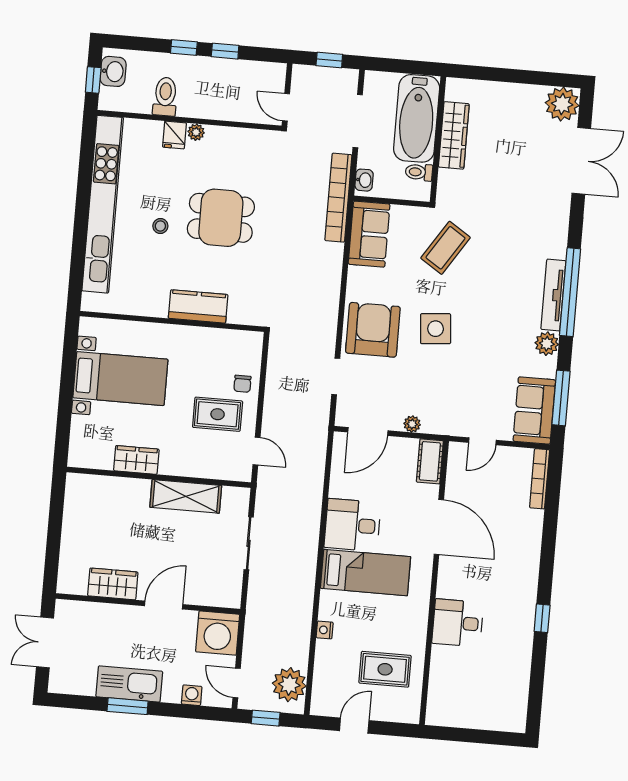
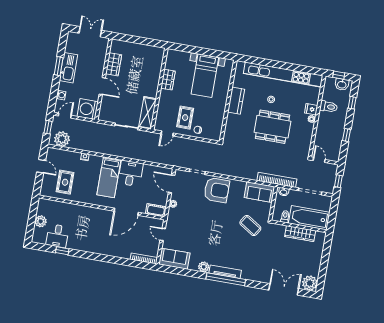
window: (184, 48) -> (352, 103), moved
door: (286, 107) -> (319, 160), hinge flipped
double door: (581, 161) -> (284, 289), swing flipped
dining table: (221, 218) -> (272, 127), width x1.38
kitchen counter: (198, 306) -> (236, 101), moved
side table: (436, 329) -> (215, 218), removed
window: (561, 398) -> (179, 271), removed
shelving: (186, 496) -> (148, 113), moved
window: (542, 618) -> (62, 251), moved
desk: (458, 623) -> (57, 236), moved, turned 180
plant: (477, 716) -> (41, 221), added

